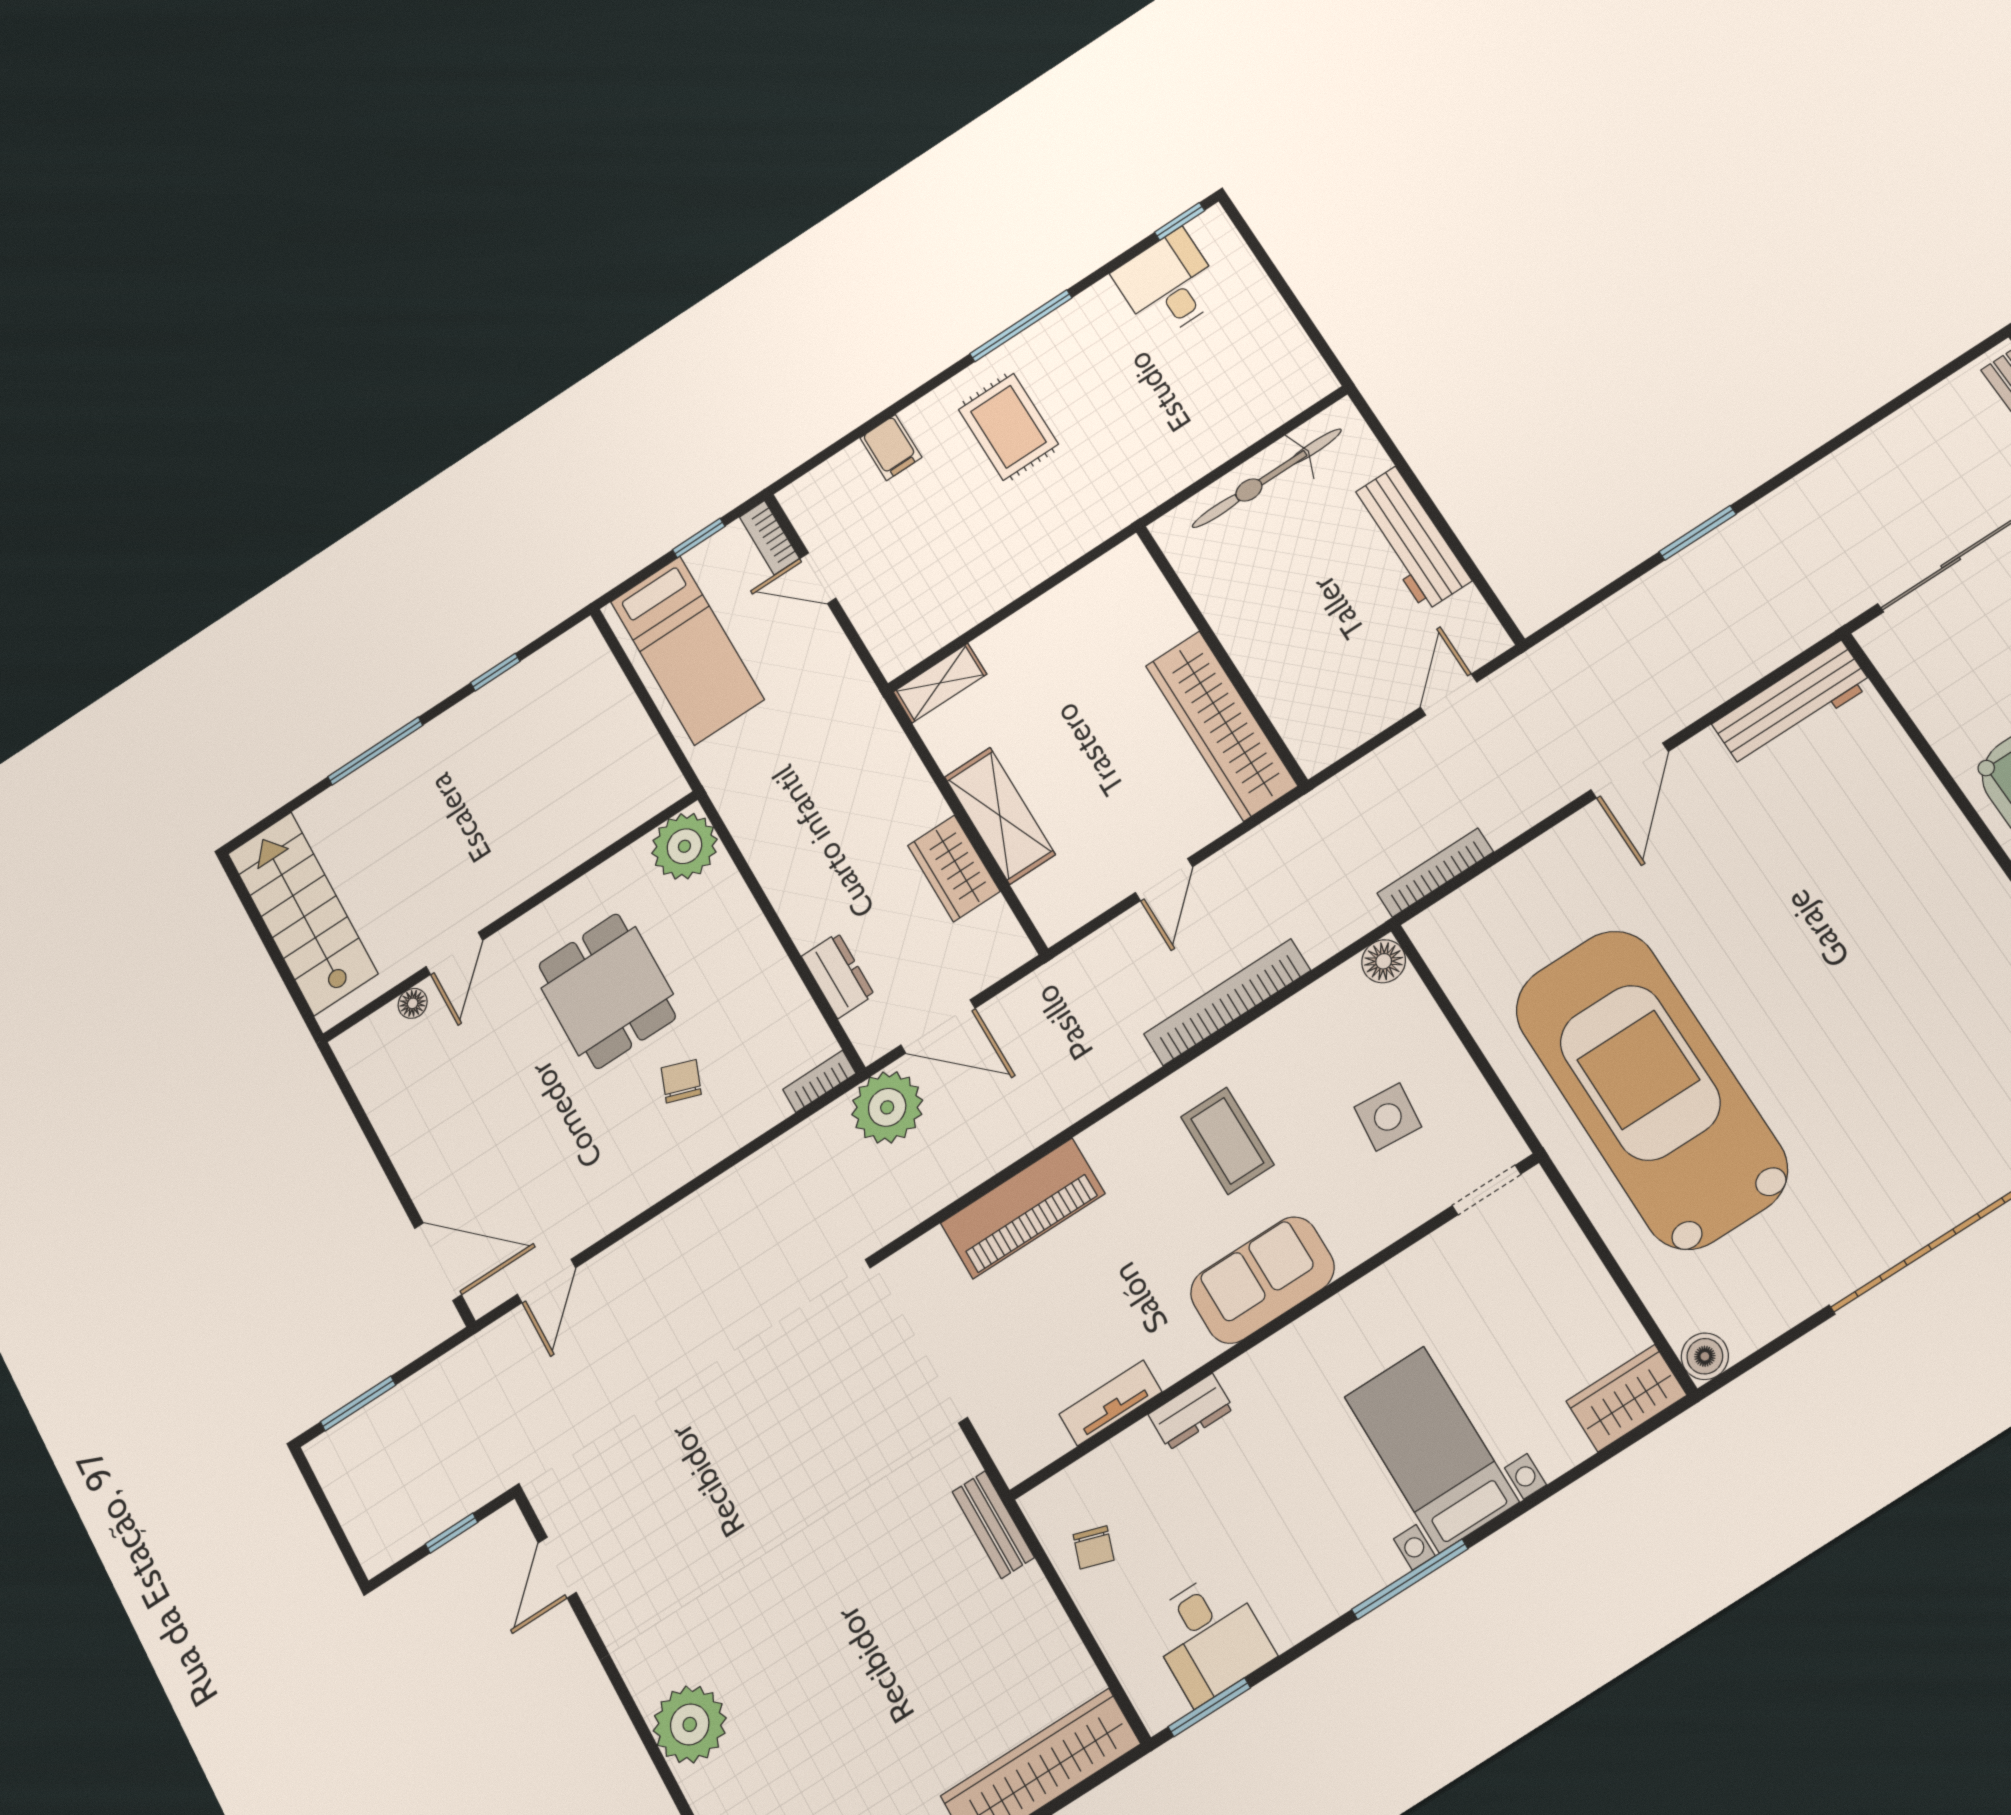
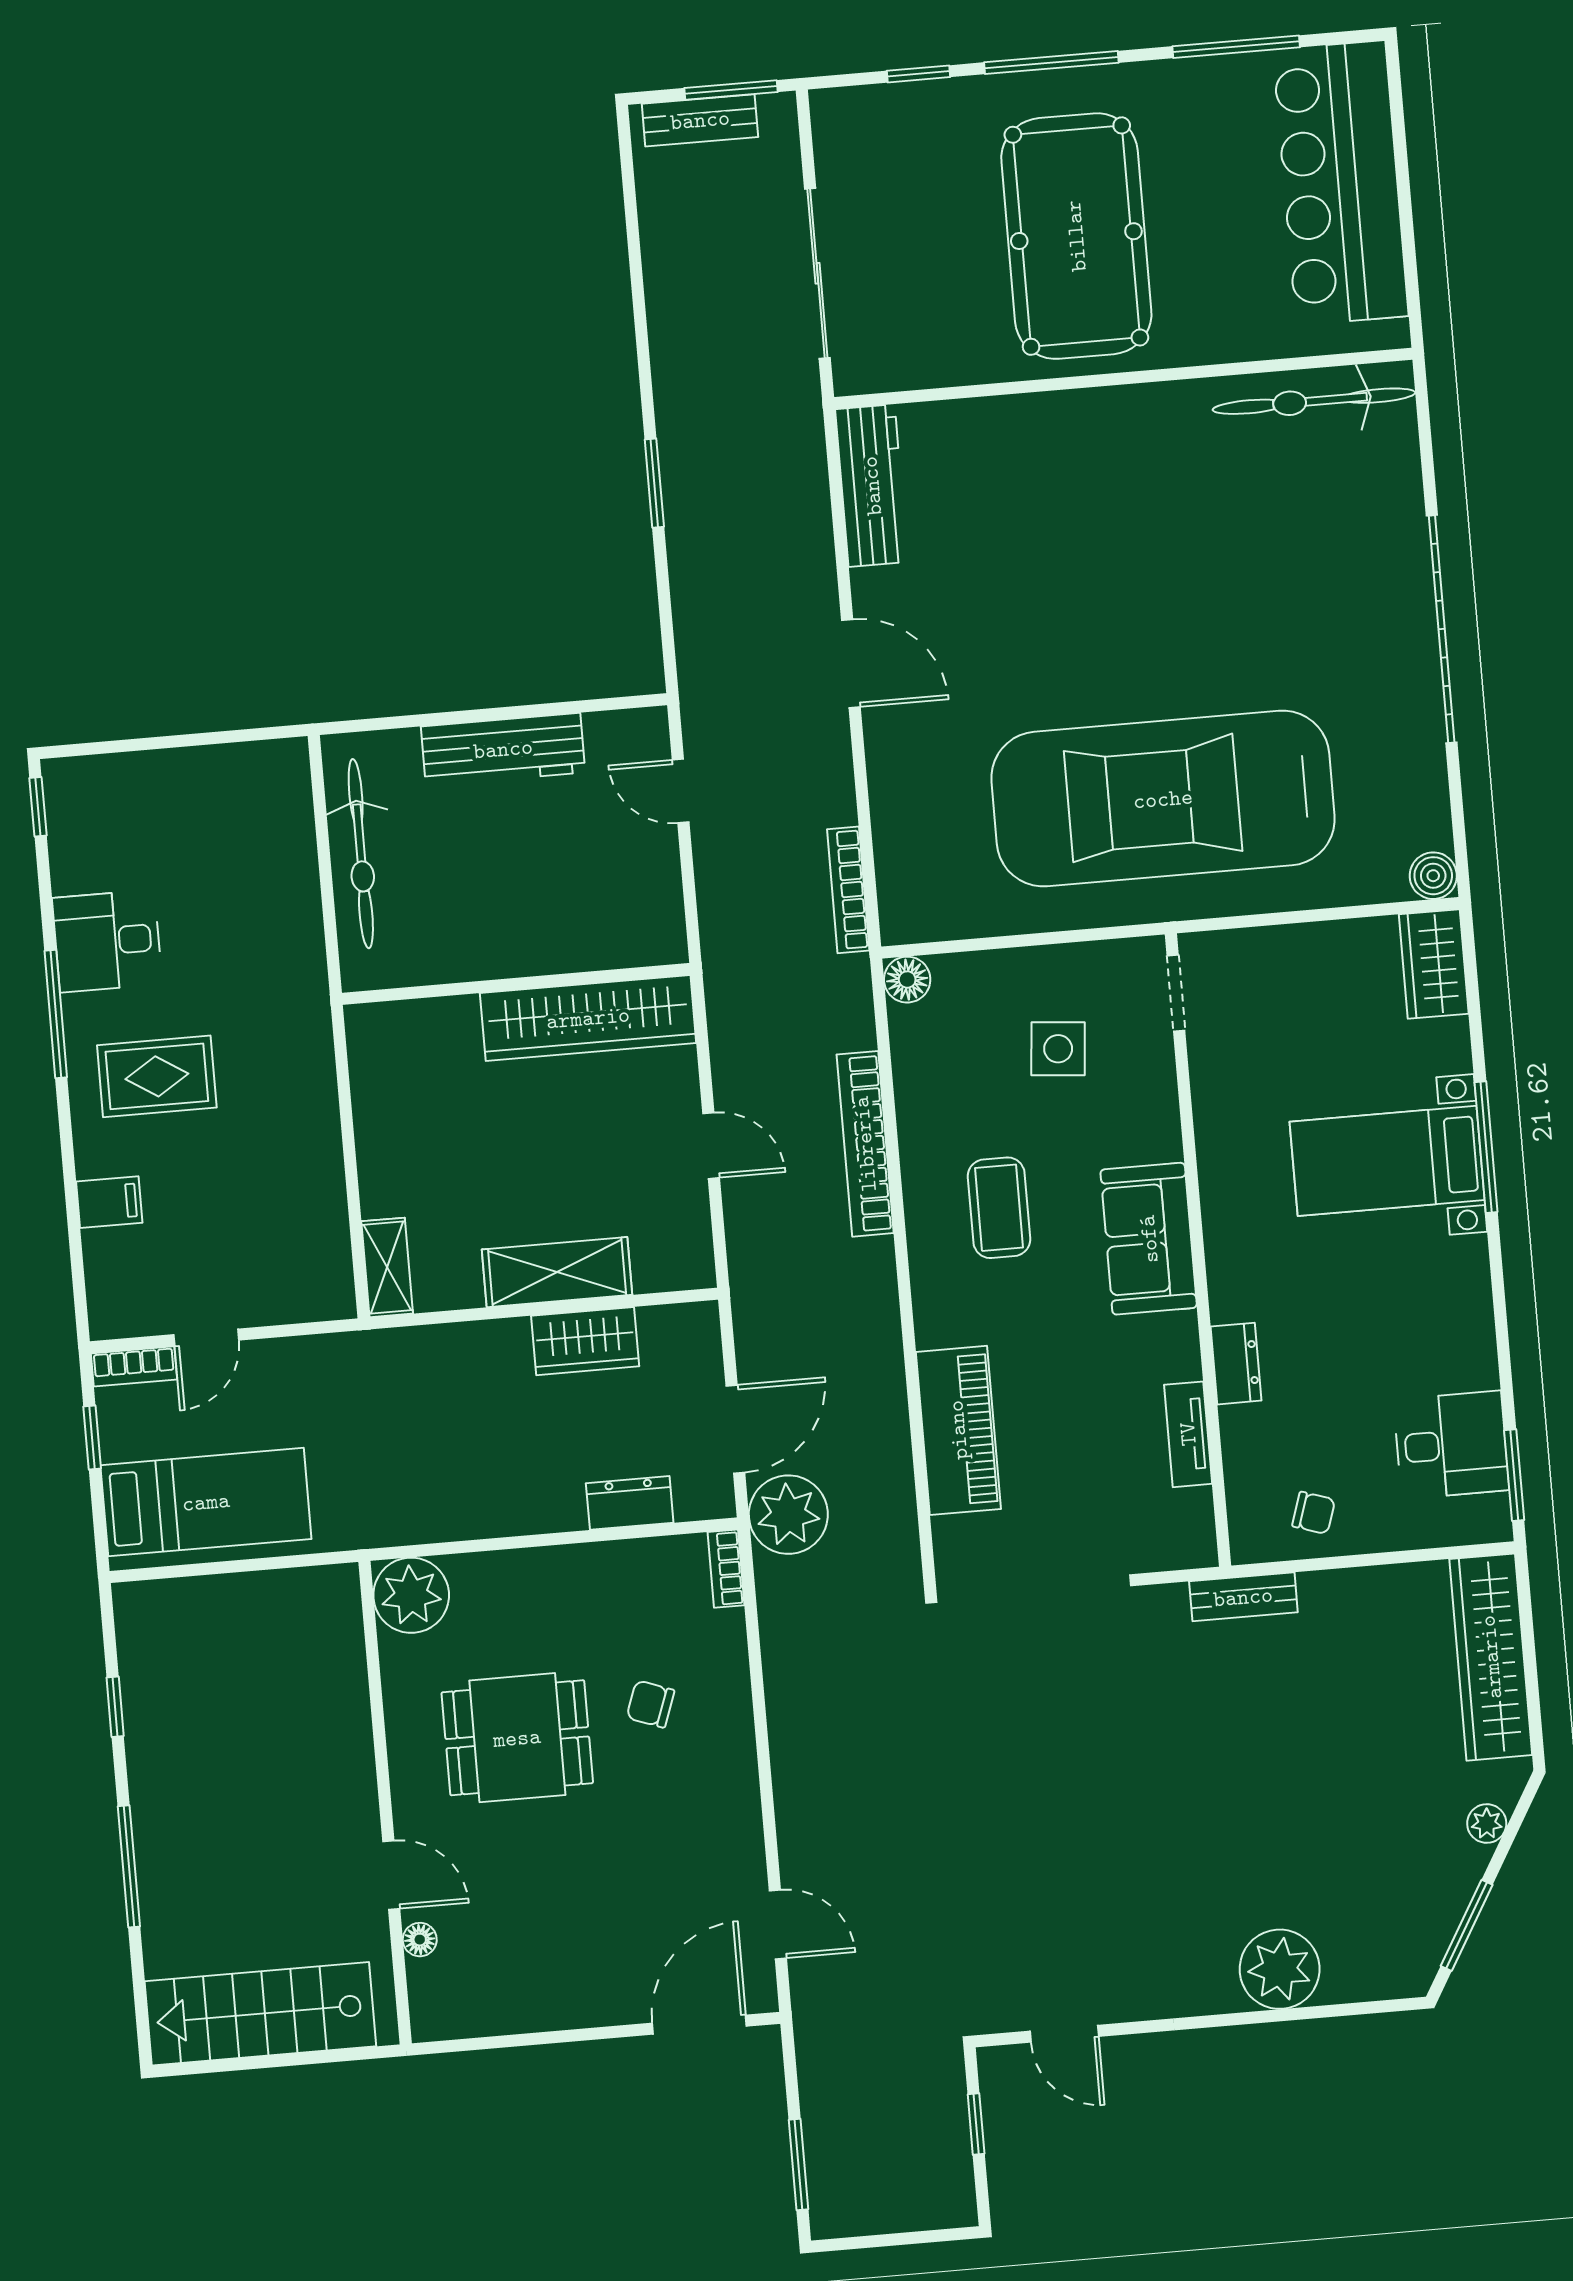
desk: (1169, 284) -> (107, 941), moved
coffee table: (1227, 1141) -> (999, 1208), turned 90
window: (1410, 1579) -> (1486, 1147), moved

